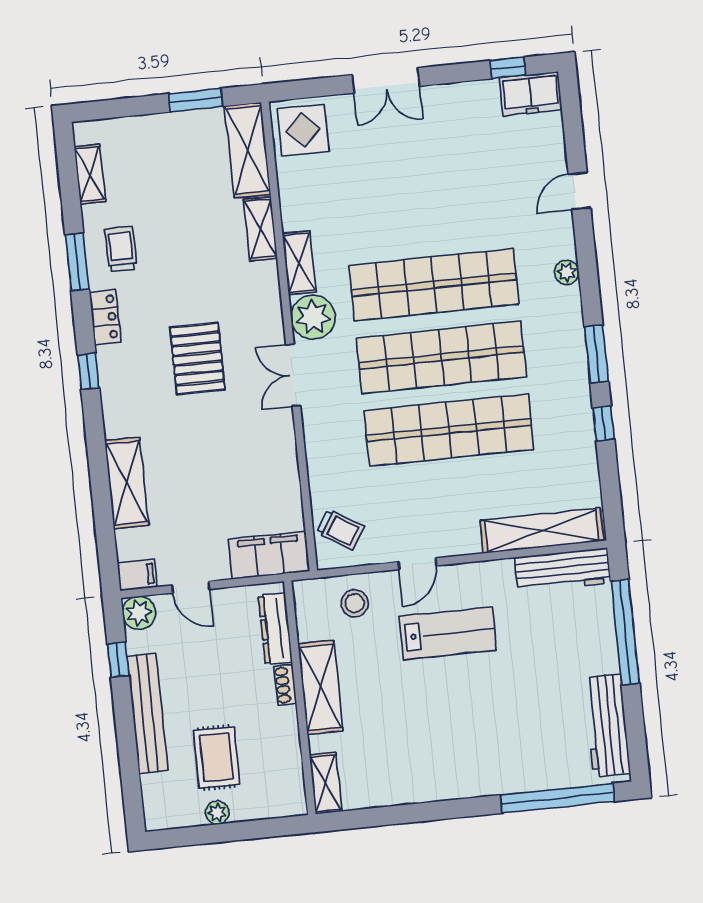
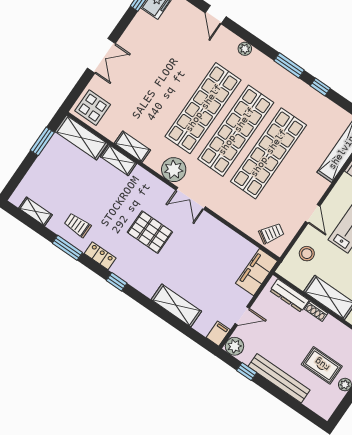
shelving: (299, 263) -> (132, 147), moved

